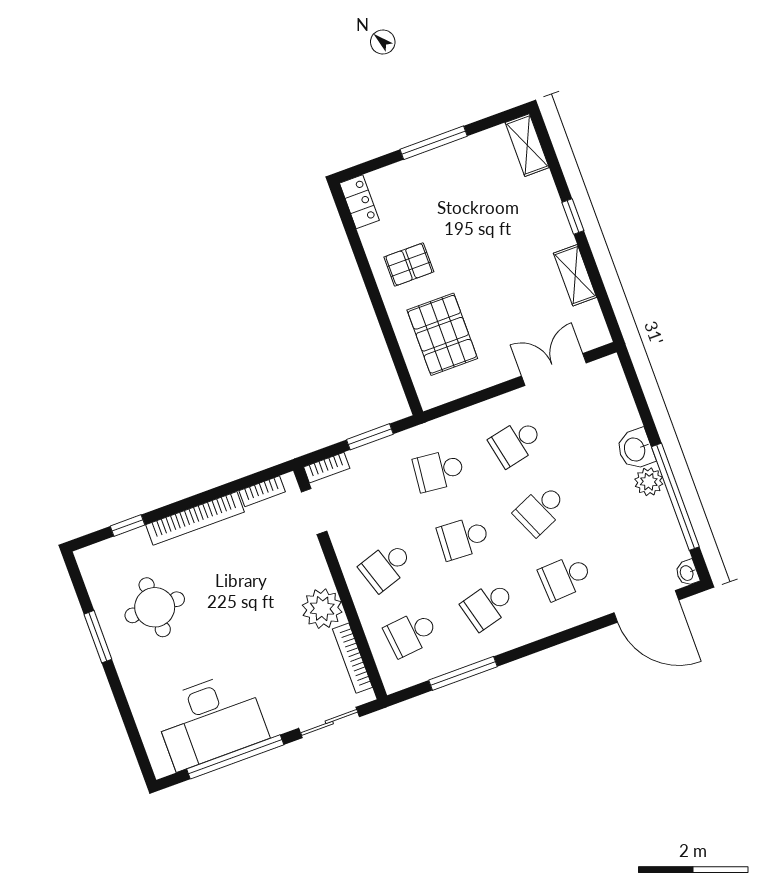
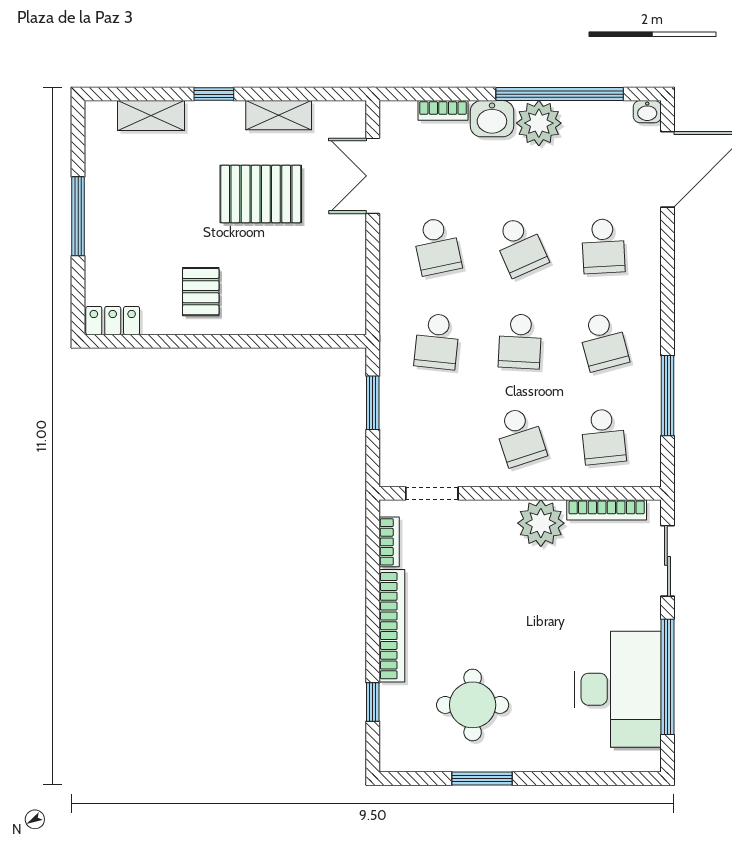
shelving: (527, 145) -> (151, 115), moved
pallet: (442, 334) -> (261, 194), moved
bookcase: (327, 468) -> (443, 110), moved, turned 90
plant: (649, 482) -> (539, 123), width x1.36, depth x1.36

